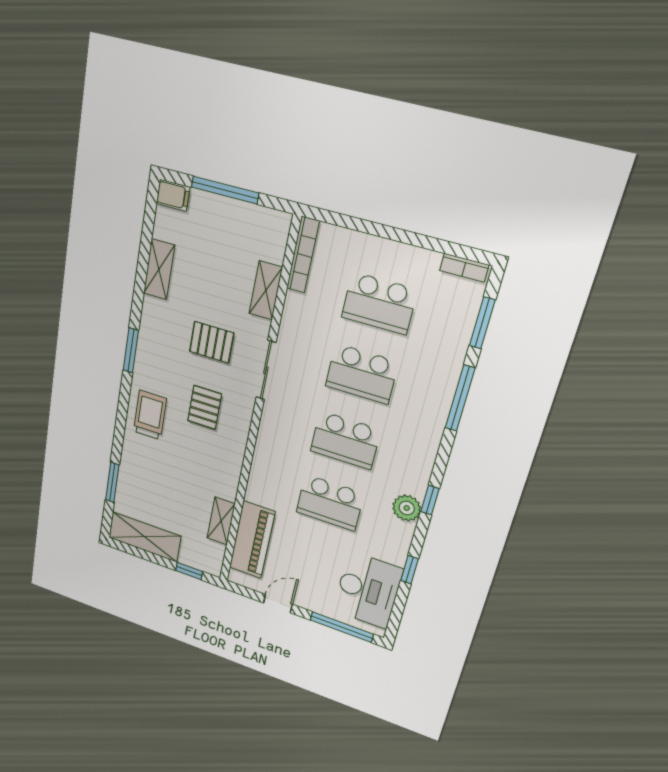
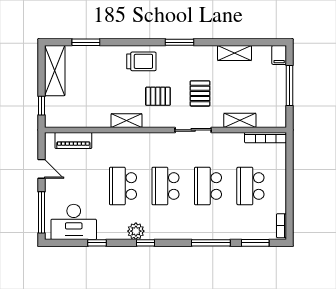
shelving: (221, 521) -> (126, 121), moved
piano: (252, 540) -> (73, 140), width x0.73, depth x0.75

